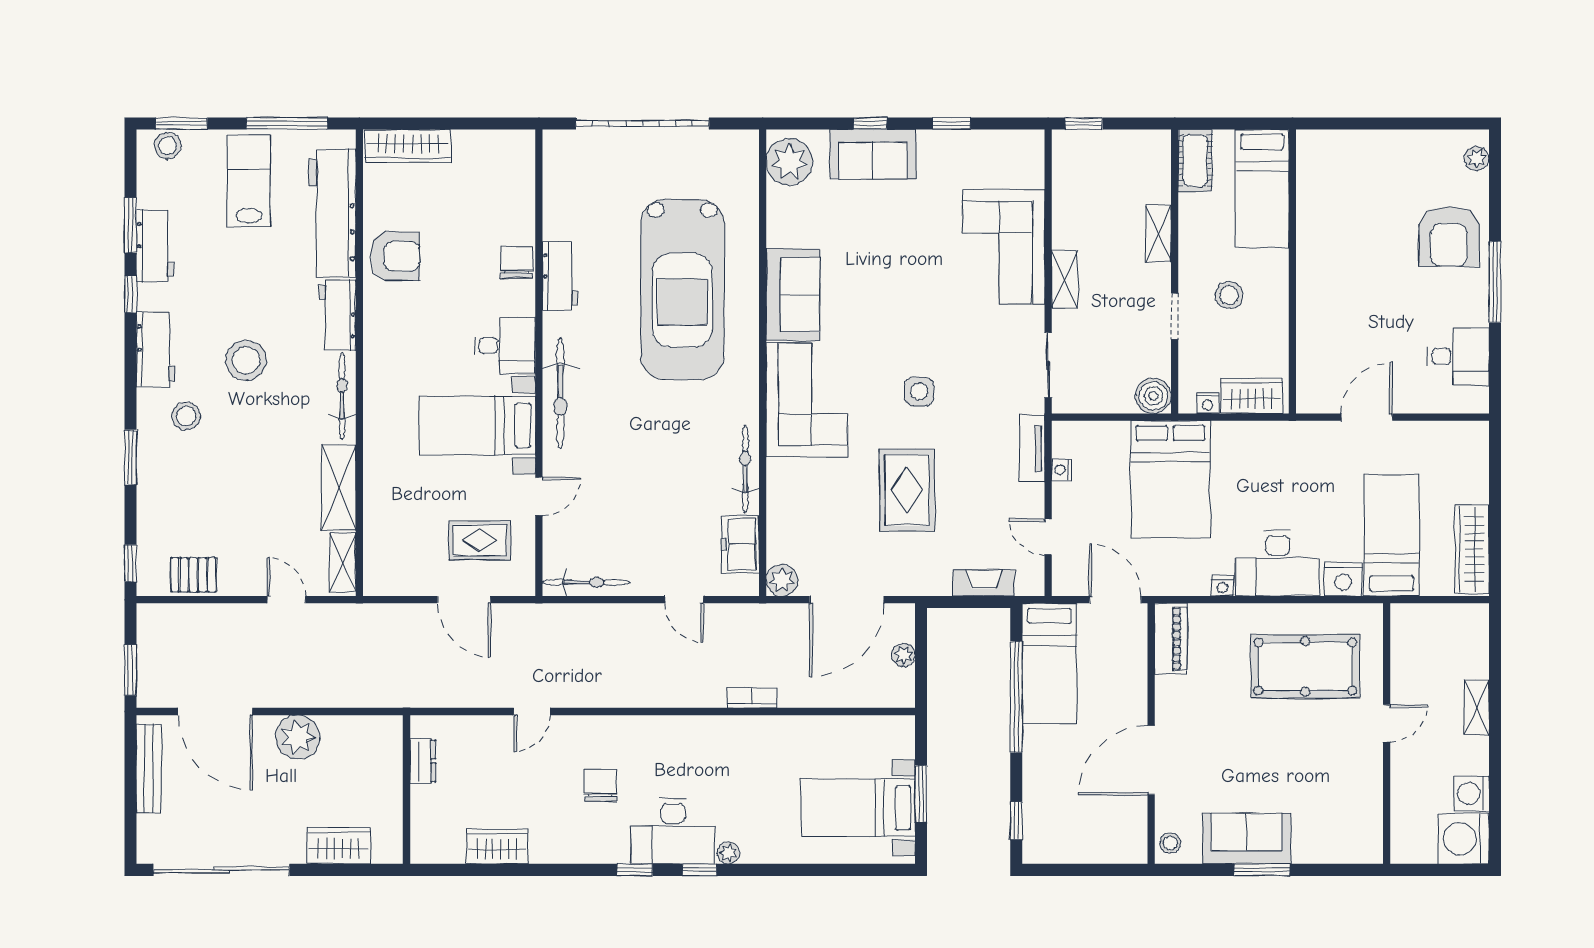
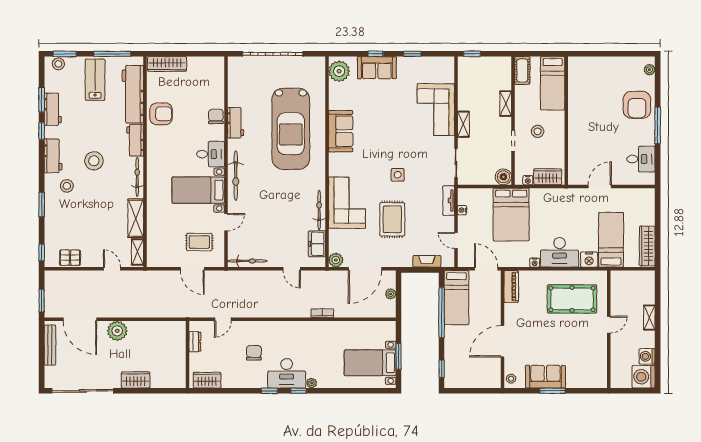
corner sofa: (807, 400) -> (347, 203), moved
dresser: (423, 761) -> (195, 342), moved
wall: (406, 790) -> (188, 355), moved

